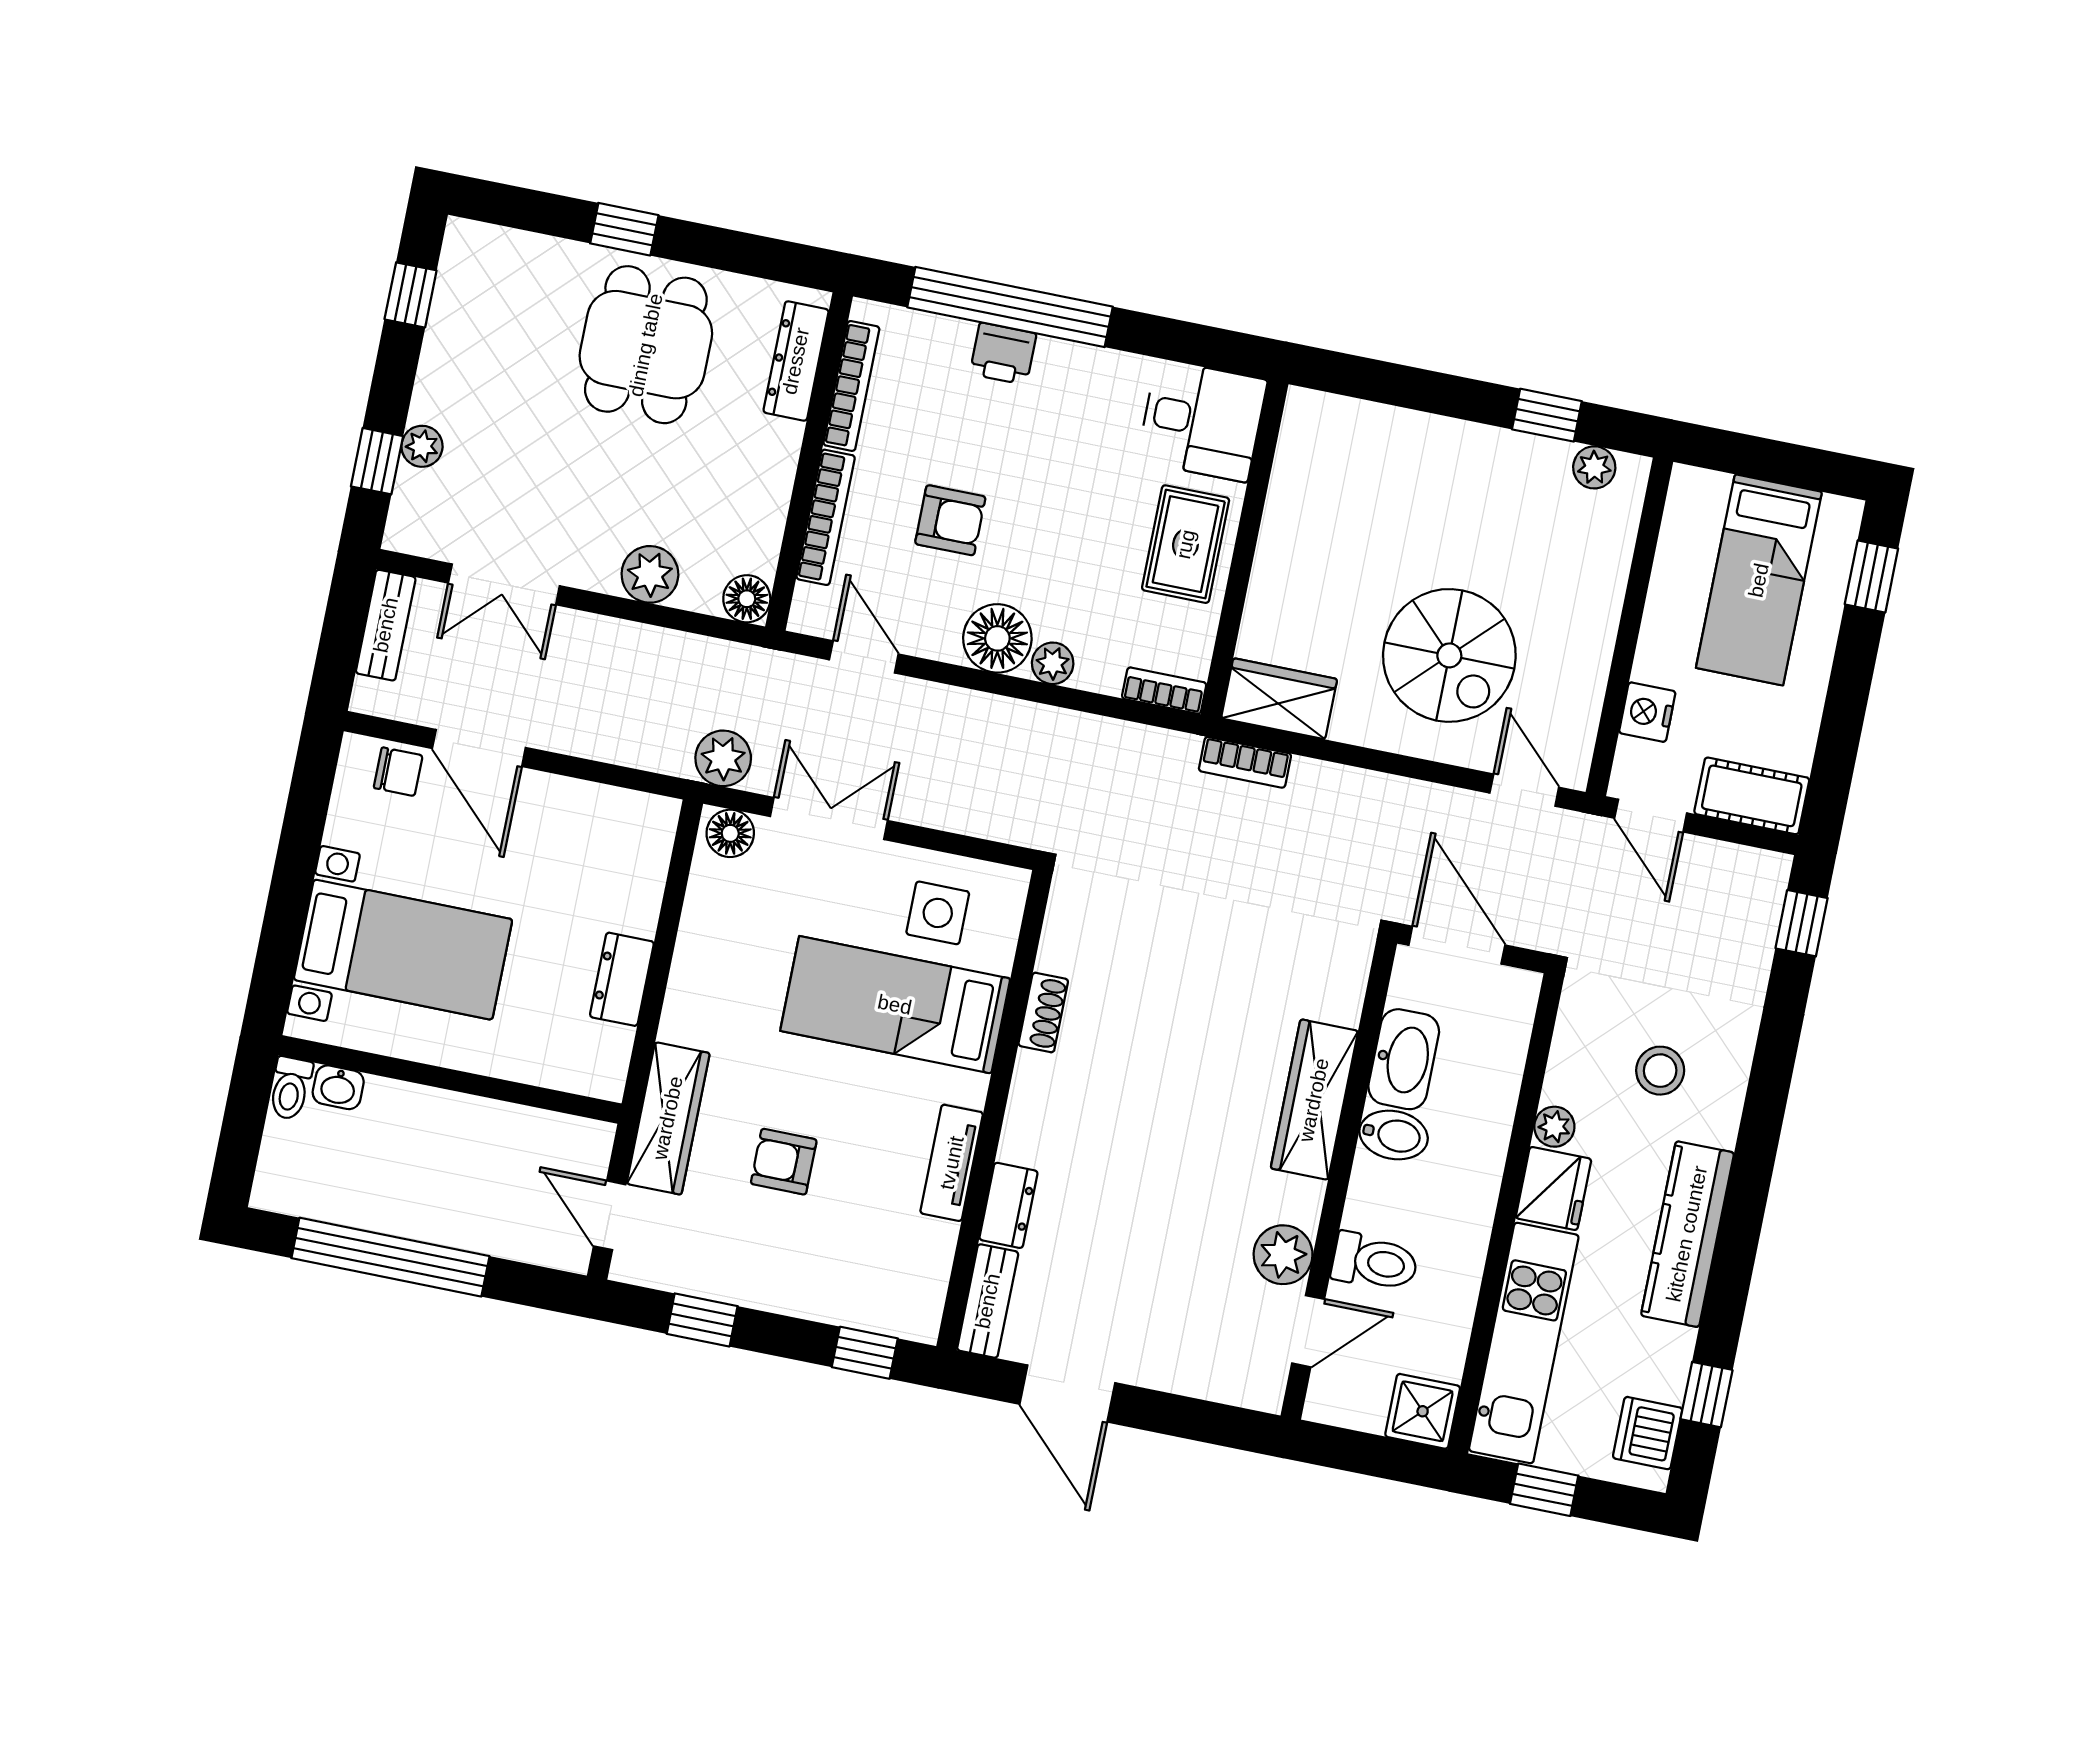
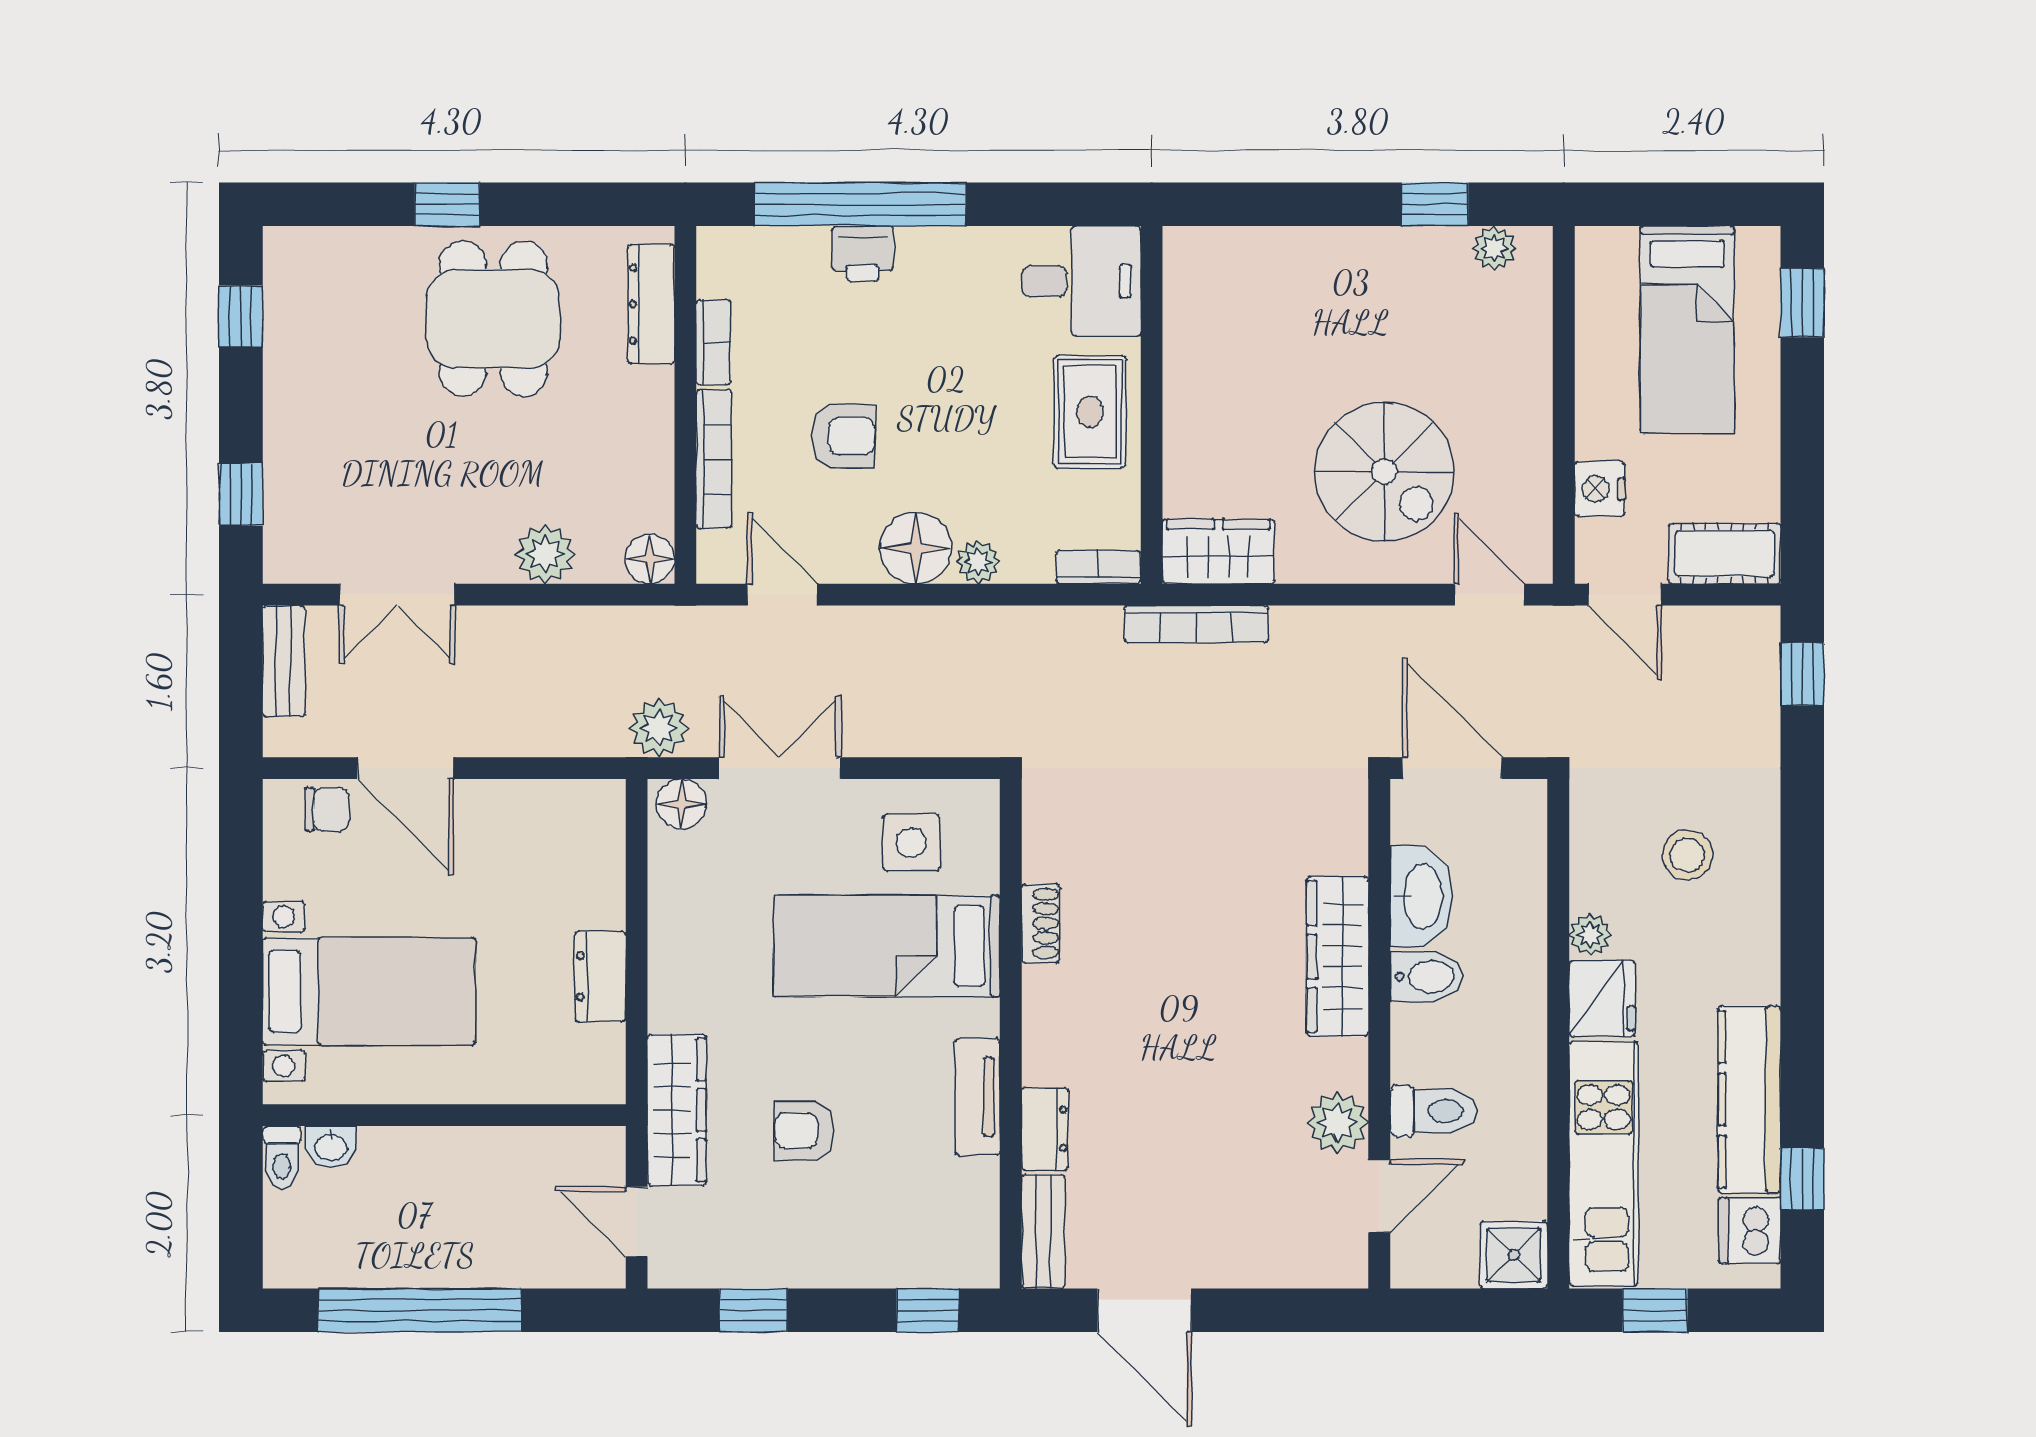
bookcase: (851, 386) -> (713, 342), width x0.64
plant: (422, 446) -> (284, 470), removed
bookcase: (1245, 762) -> (1196, 624), width x1.56
kitchen counter: (1687, 1234) -> (1749, 1100), moved

